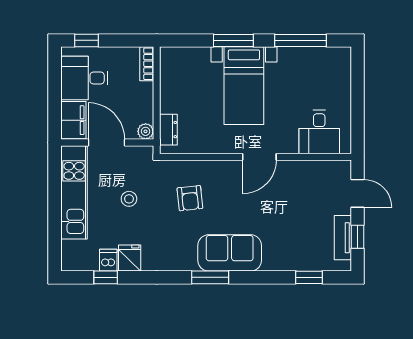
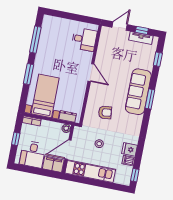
window: (86, 40) -> (16, 139), moved
bed with nightstands: (244, 86) -> (45, 96), moved, turned -90
sofa: (230, 253) -> (138, 92), width x1.36
window: (106, 277) -> (135, 175), moved
window: (210, 277) -> (150, 99), moved

